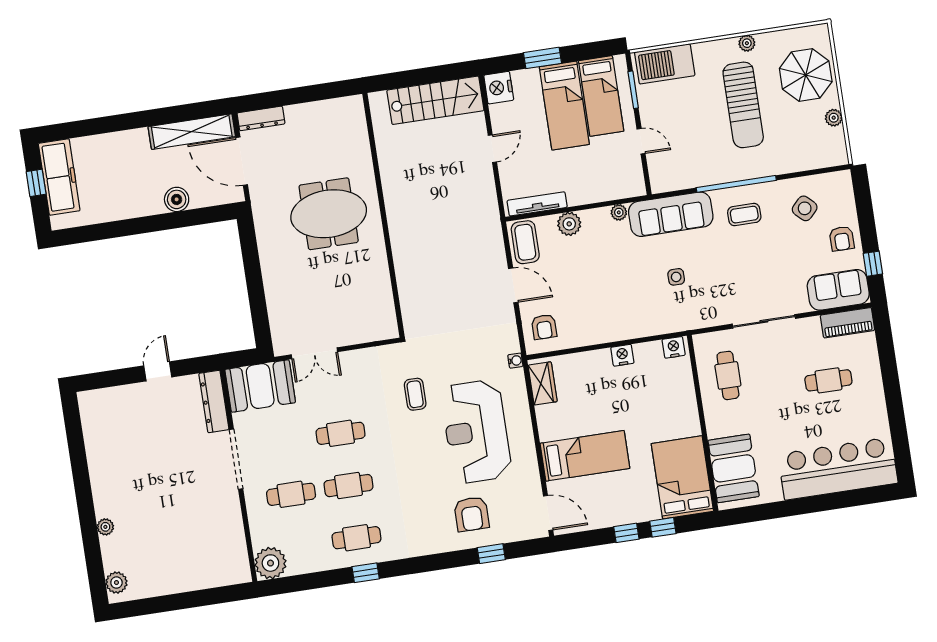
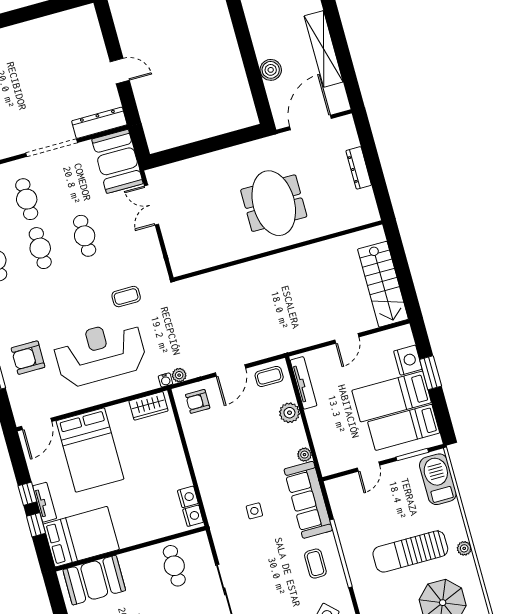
nightstand: (499, 88) -> (408, 360), moved, turned 90
dresser: (261, 118) -> (359, 168), moved
shelving: (192, 132) -> (324, 49), moved
door: (492, 149) -> (347, 338), hinge flipped
coffee table: (525, 242) -> (269, 376), width x0.73, depth x0.77
plant: (512, 344) -> (179, 375), added
nightstand: (622, 355) -> (188, 497), moved
cafe table: (728, 375) -> (174, 566), turned 90
bed: (585, 456) -> (90, 450), width x1.50
tv unit: (638, 514) -> (45, 502), added

